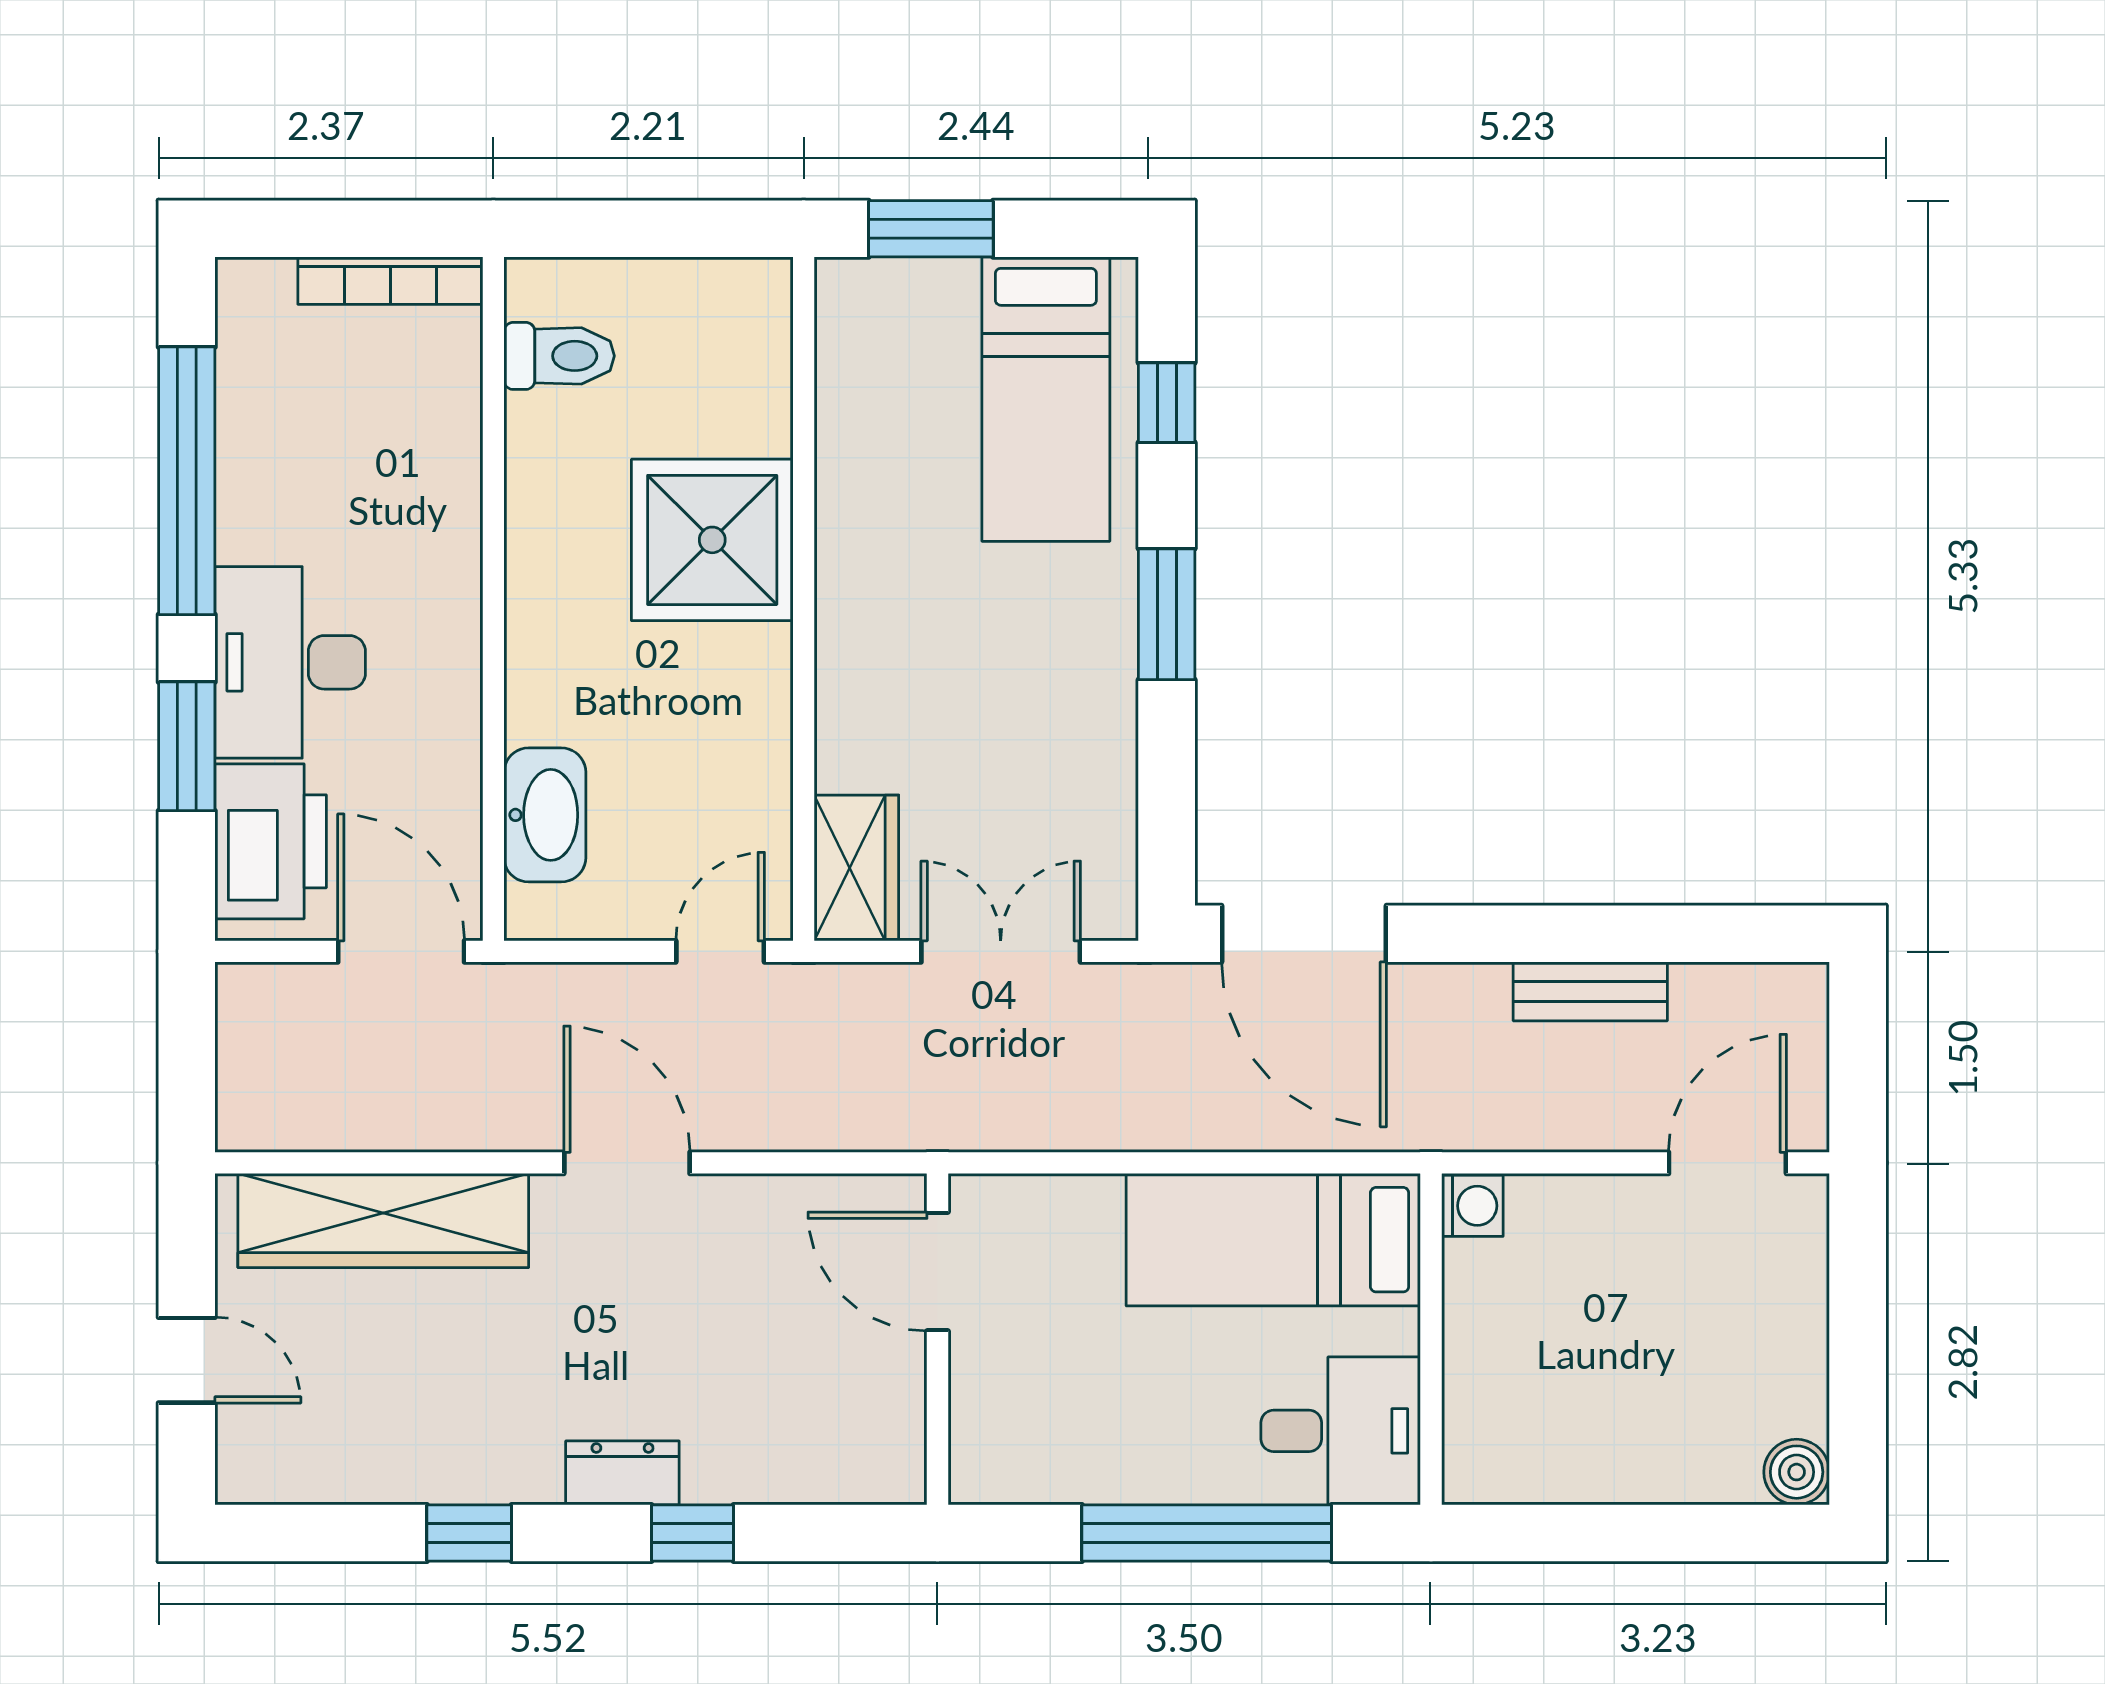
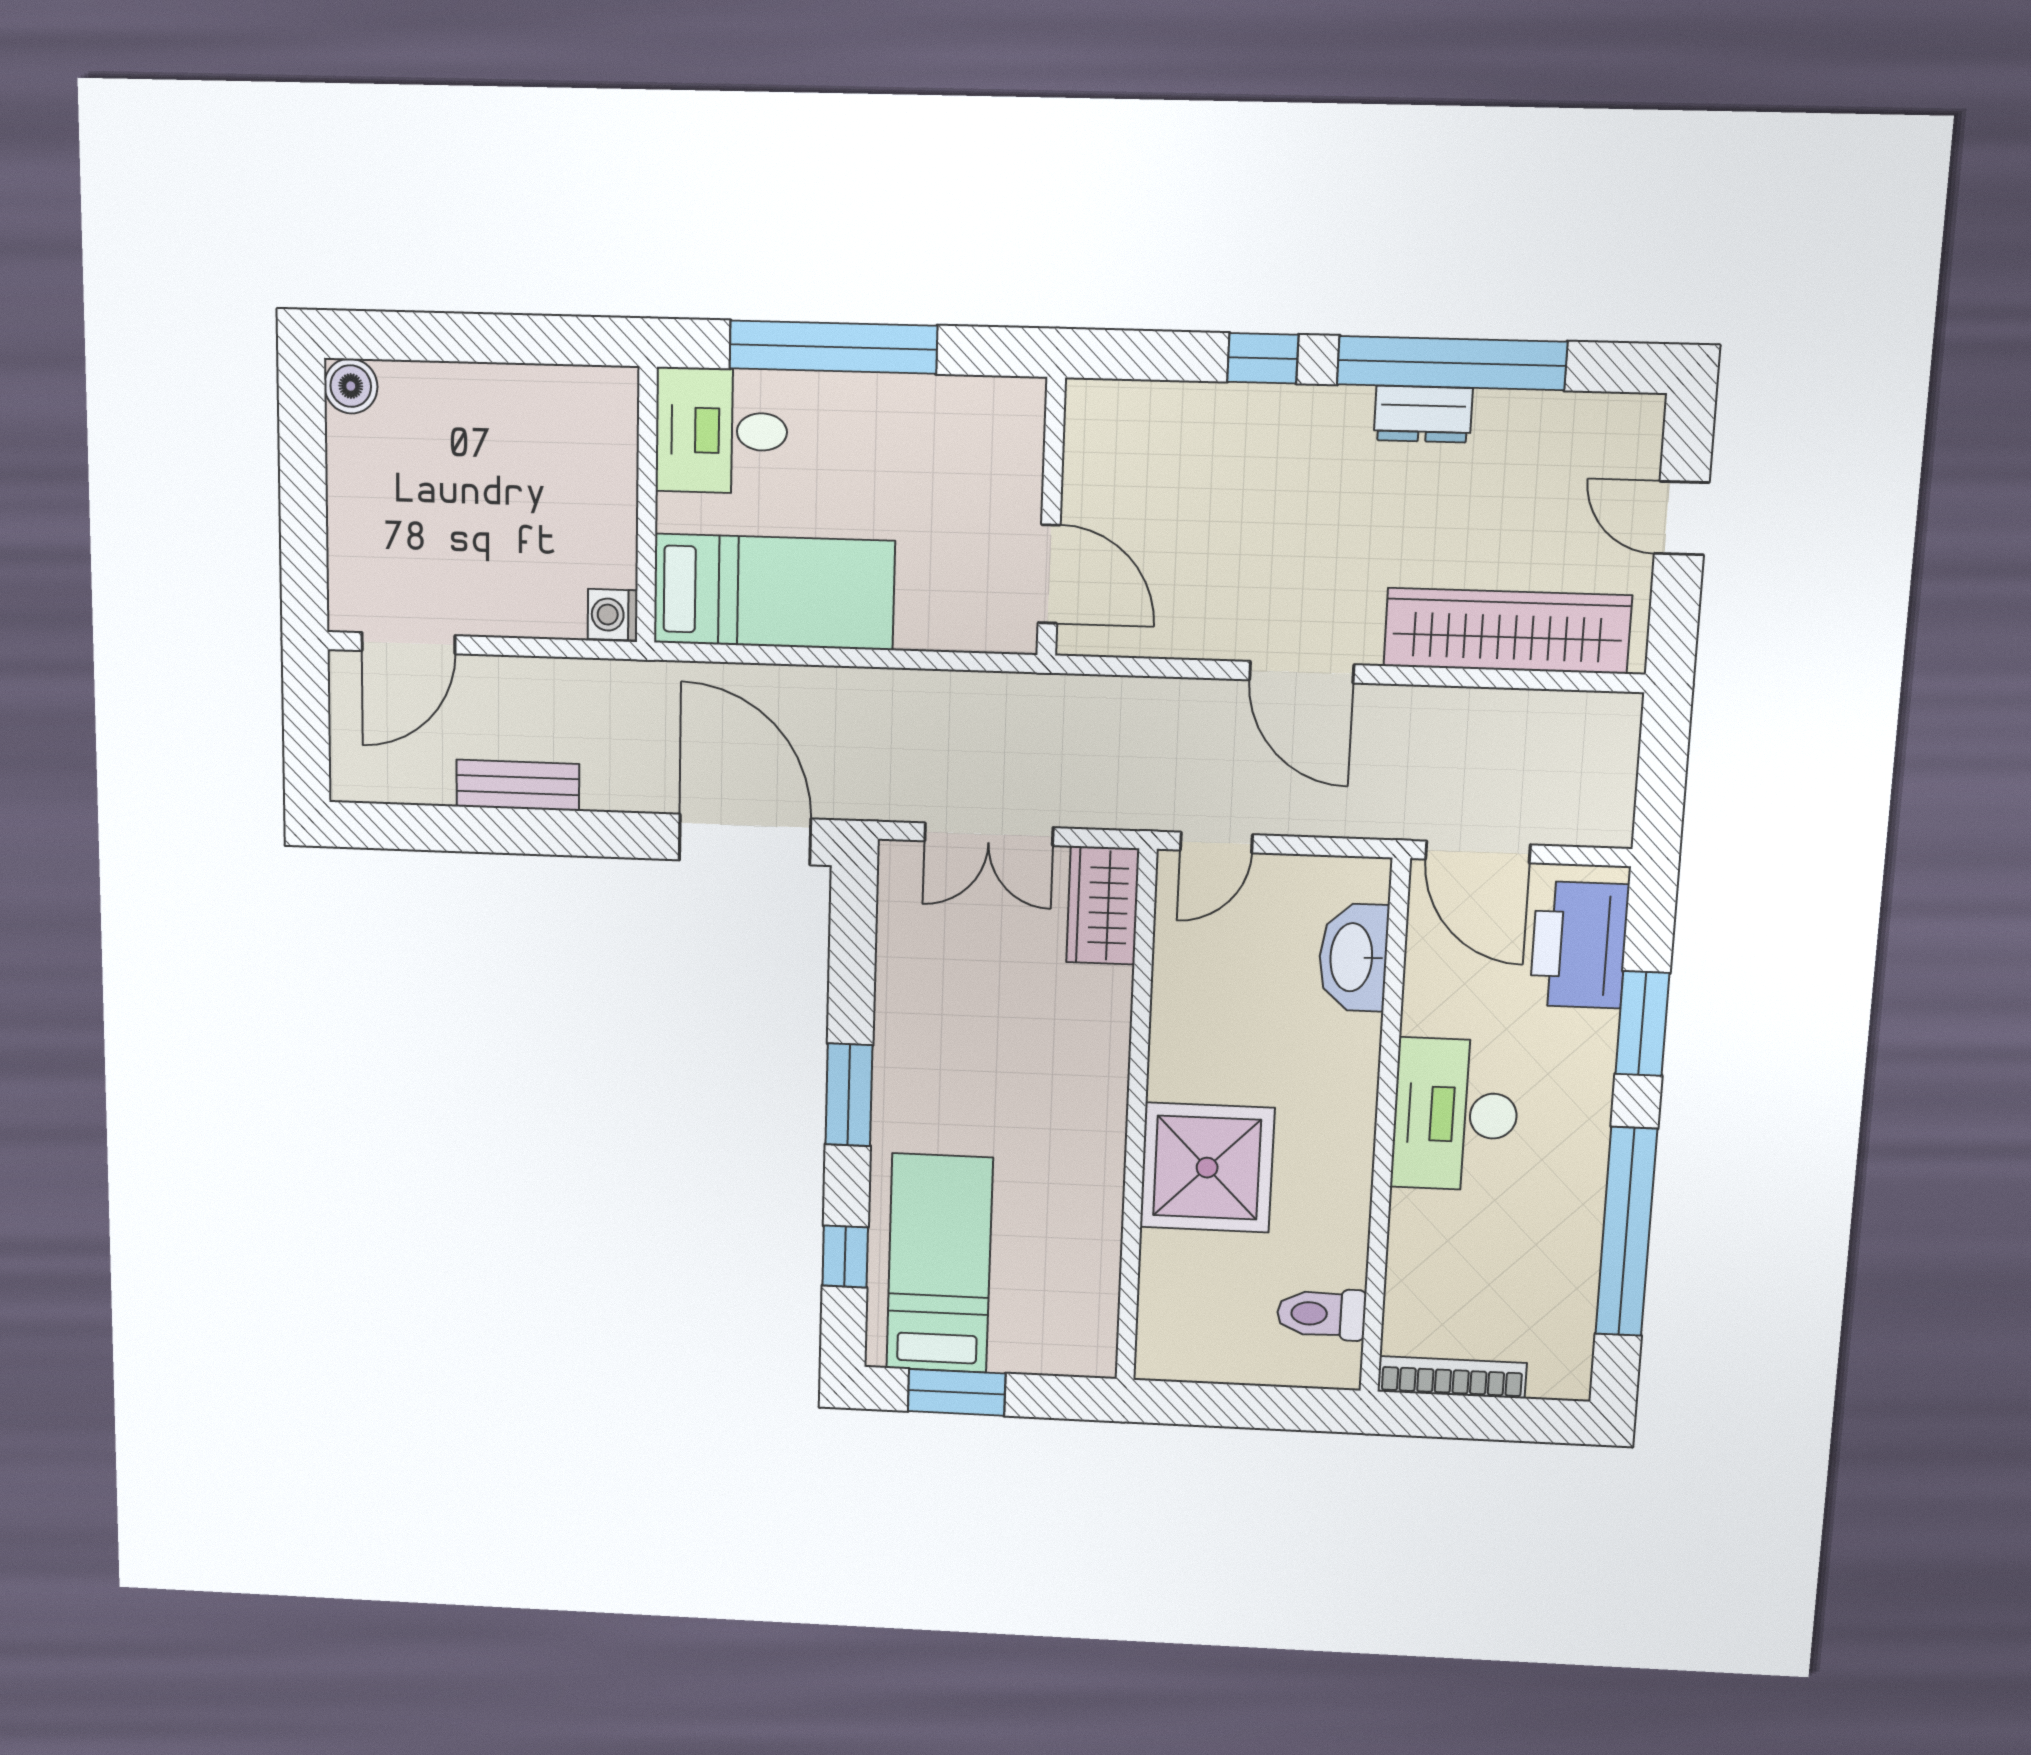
window: (931, 229) -> (957, 1392), moved
desk: (290, 662) -> (1455, 1115), moved, turned 180
dresser: (622, 1473) -> (1423, 414), moved
window: (469, 1533) -> (1452, 363), width x3.17

